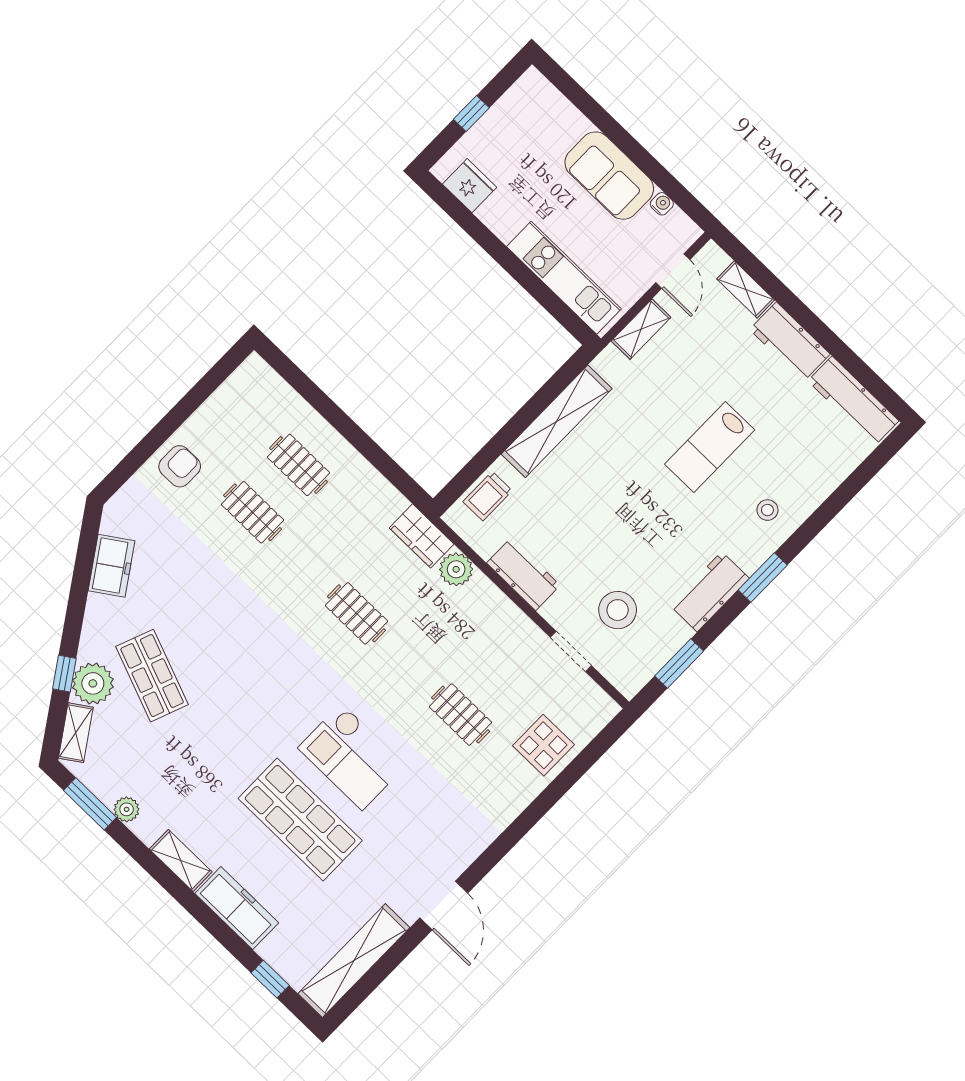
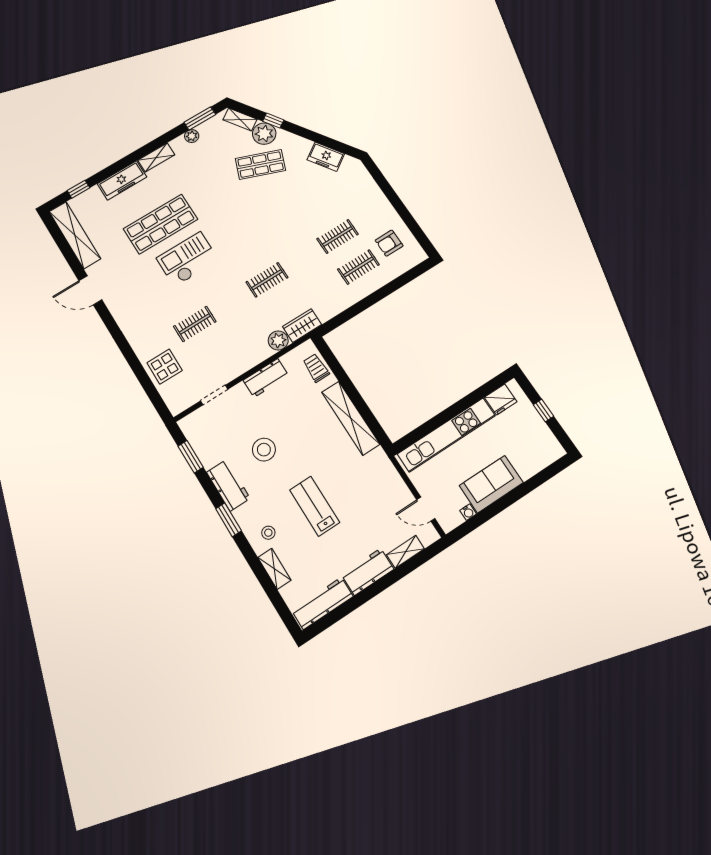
kitchen unit: (564, 278) -> (446, 435), width x1.36
shelving: (641, 329) -> (274, 569), moved
armchair: (180, 466) -> (389, 243), moved, turned 90
stool: (618, 610) -> (264, 450), moved

